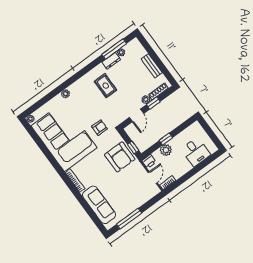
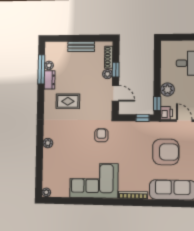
corner sofa: (64, 137) -> (94, 181), width x0.73, depth x0.74
window: (166, 139) -> (157, 103), moved
armchair: (120, 157) -> (166, 152), moved

